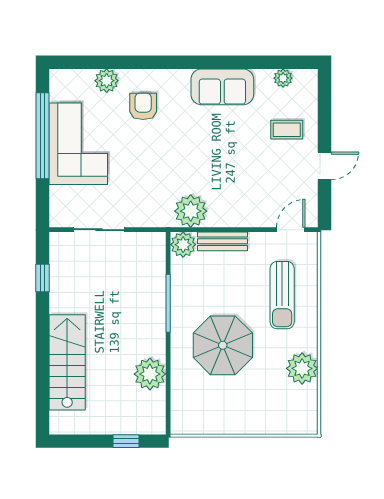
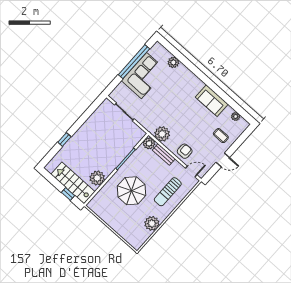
armchair: (143, 106) -> (185, 151), moved
window: (43, 278) -> (64, 139), moved
stairs: (67, 362) -> (73, 183), moved, turned -90

